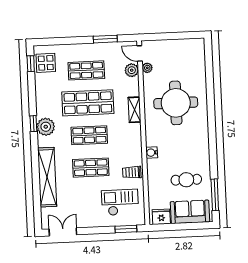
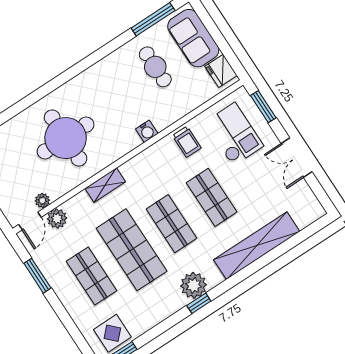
checkout: (120, 202) -> (234, 134), turned 180
double door: (63, 232) -> (297, 158), moved

